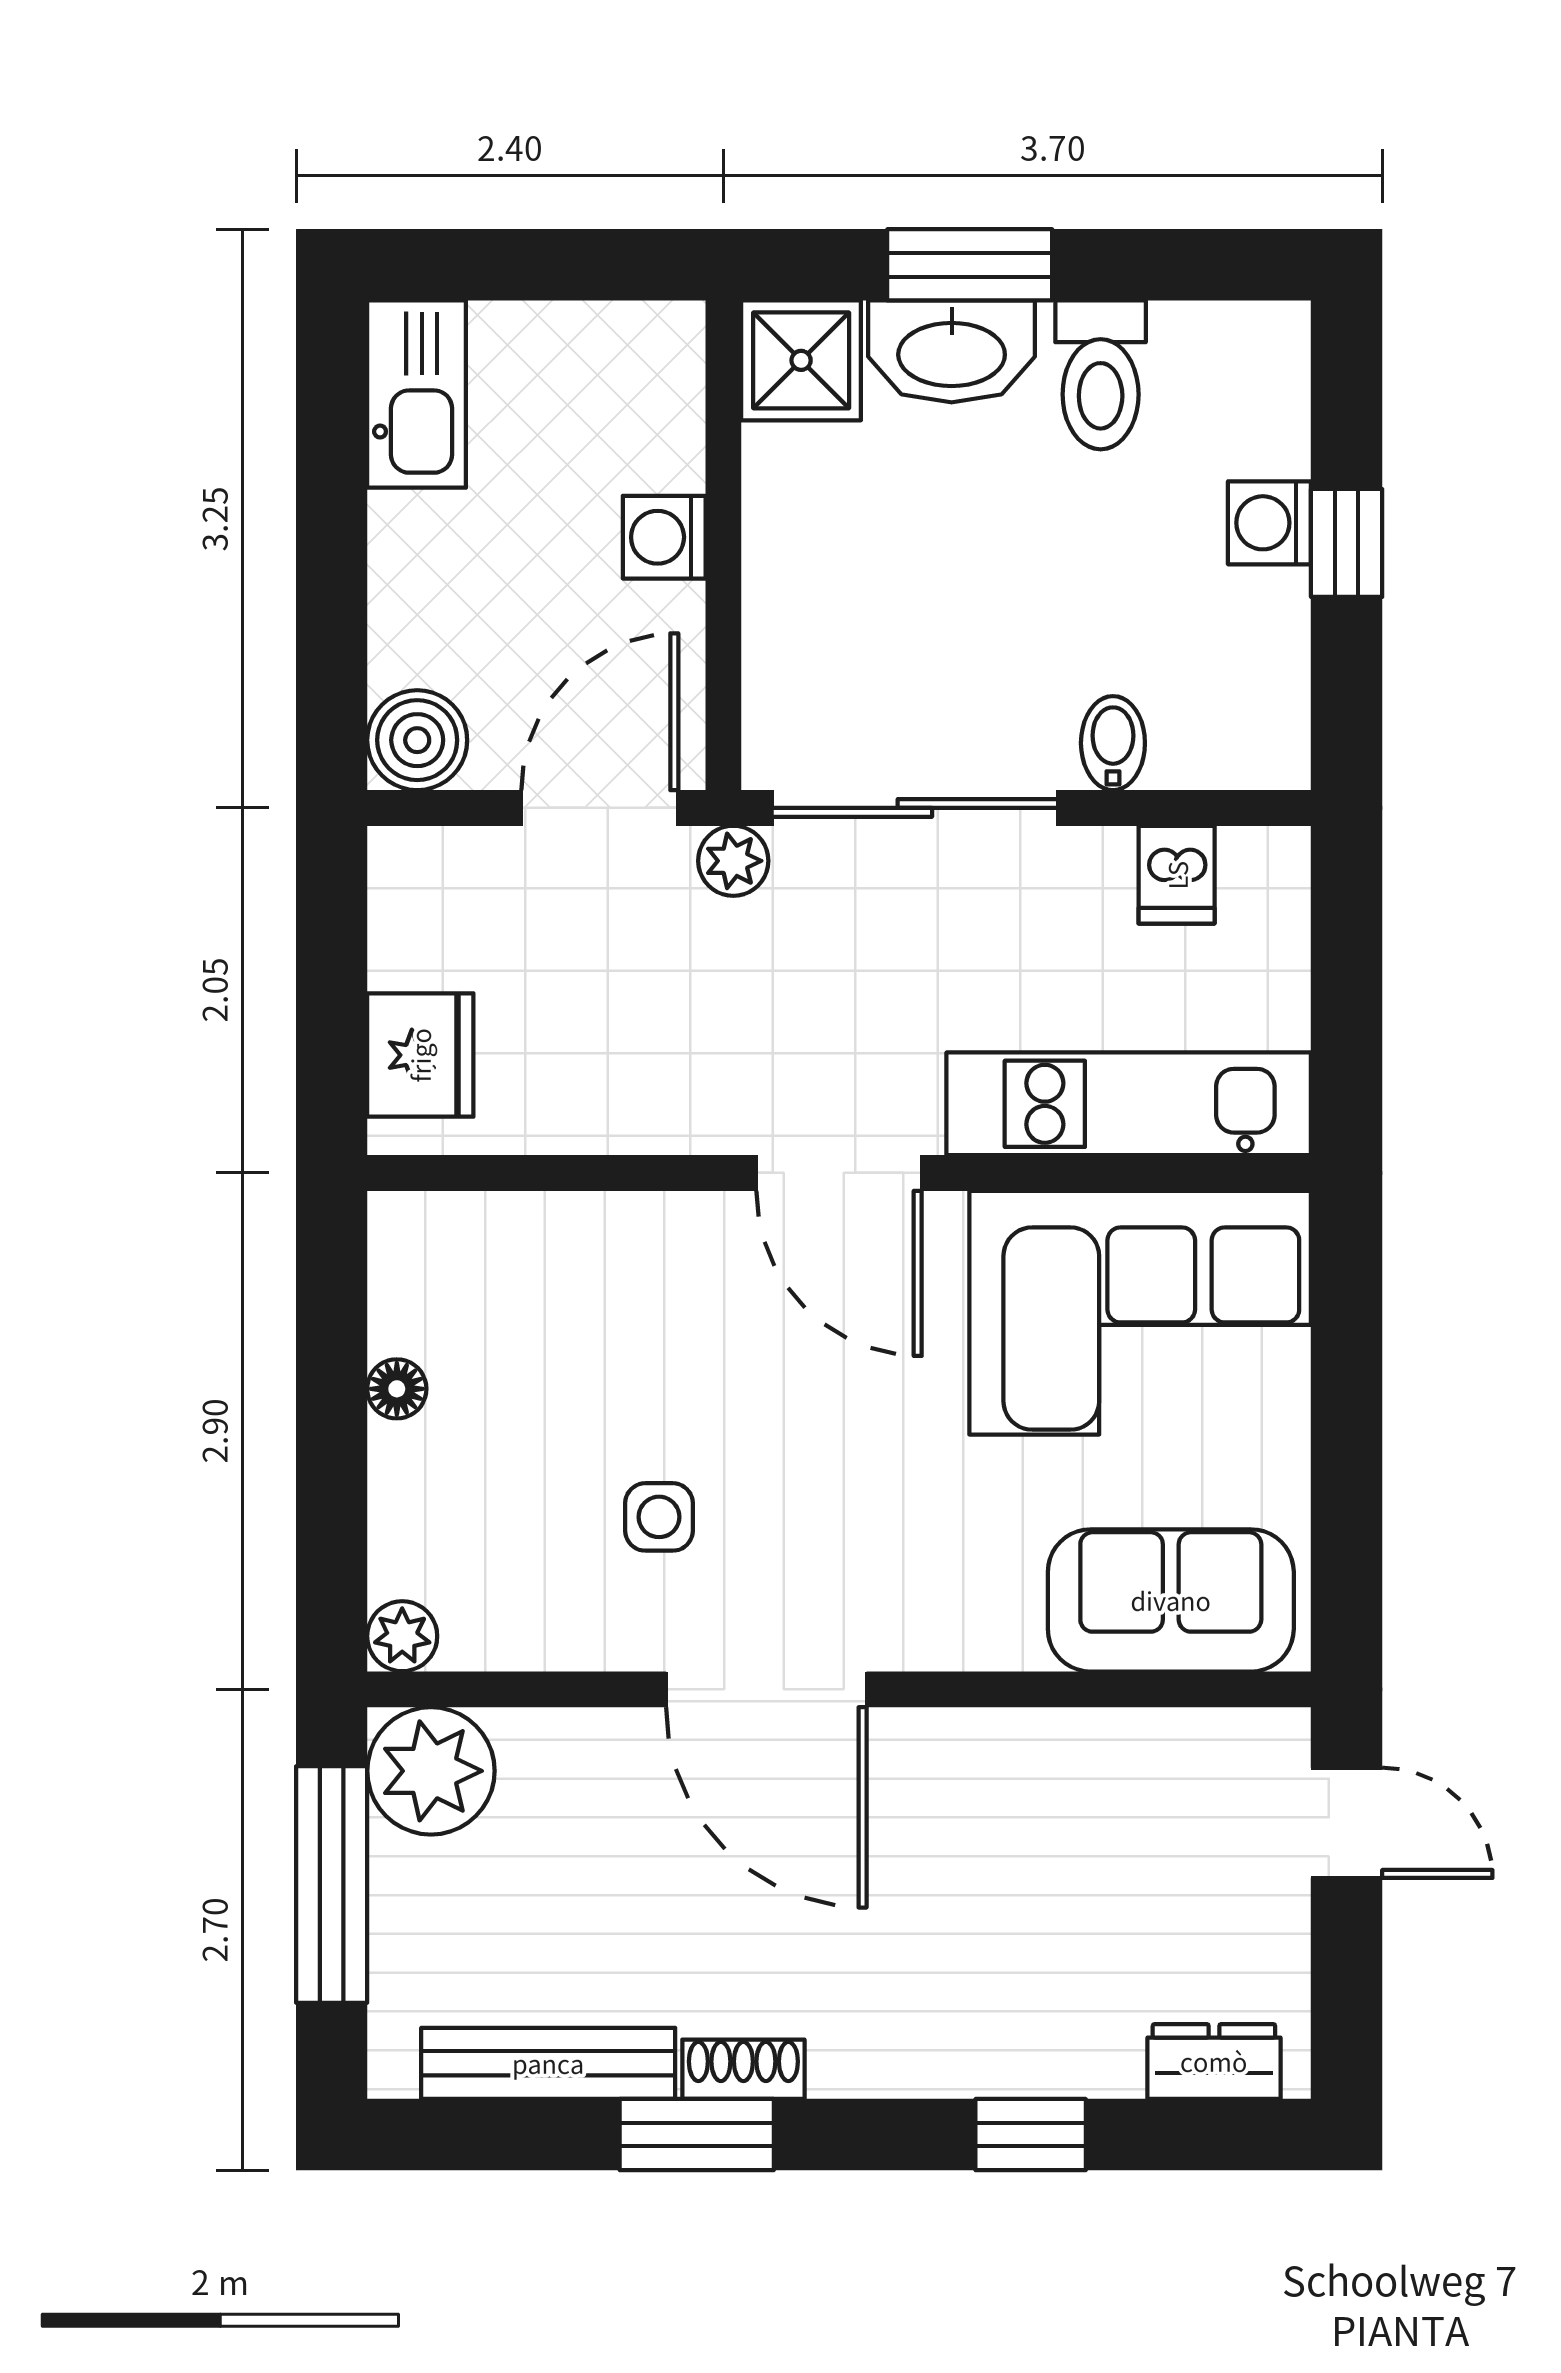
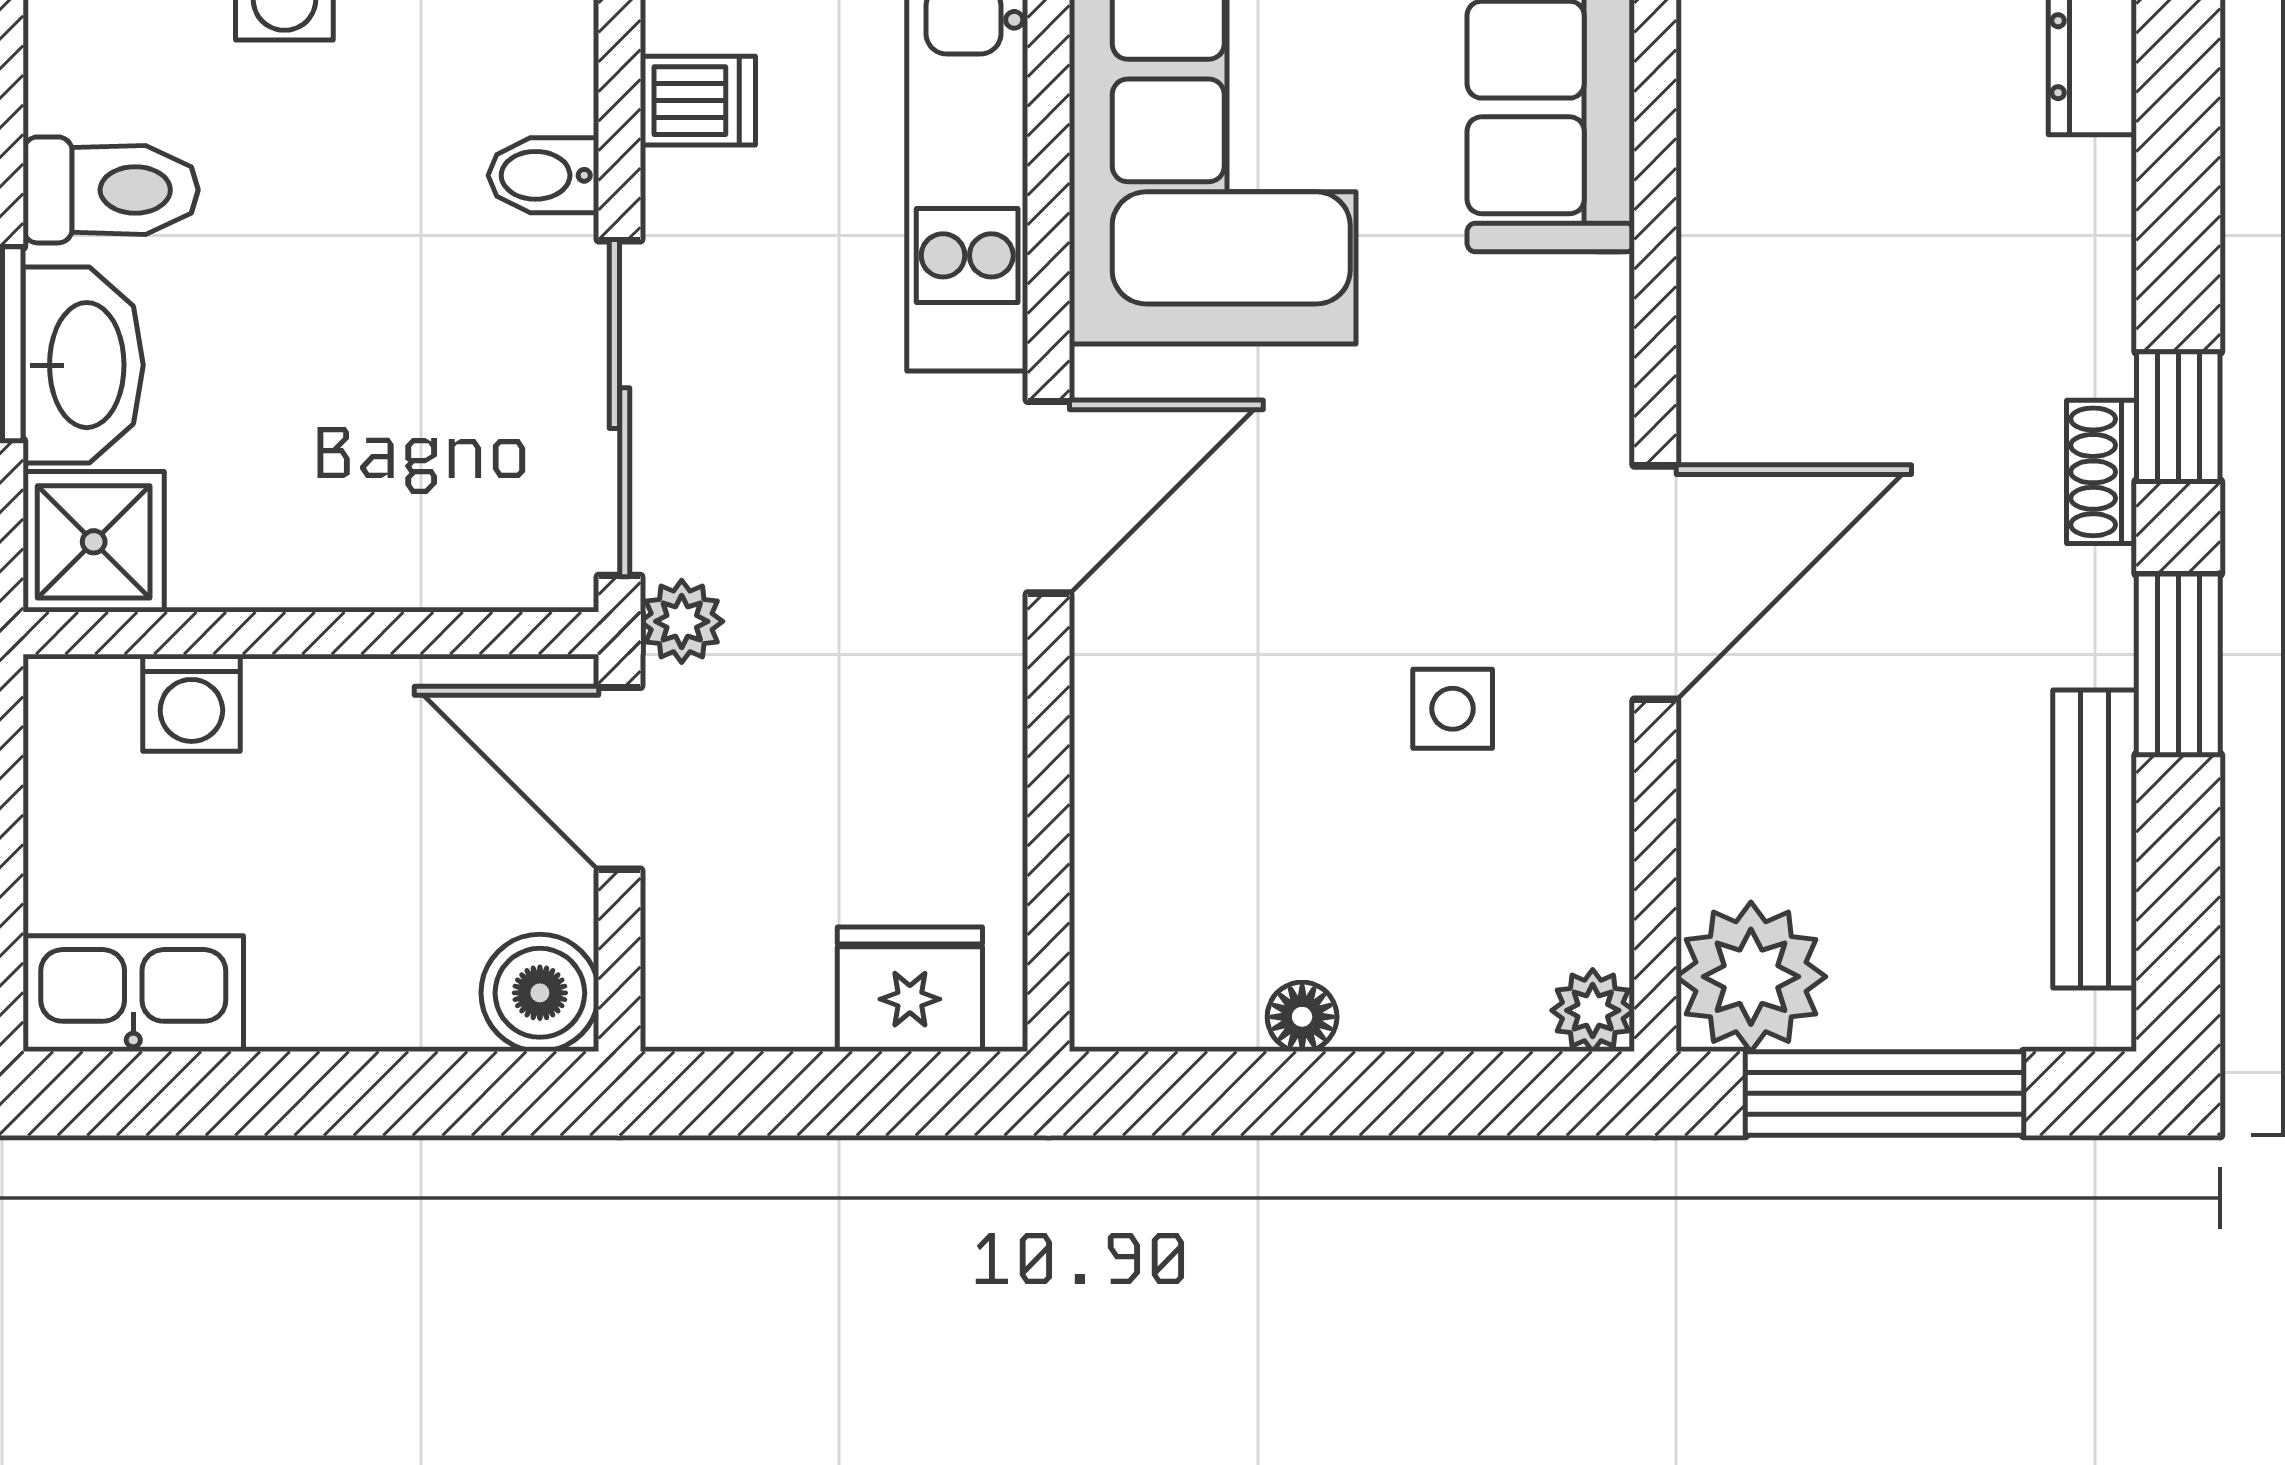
washing machine: (664, 537) -> (191, 703), moved
shoe rack: (743, 2069) -> (2101, 472), moved
window: (1031, 2135) -> (2178, 417), moved

